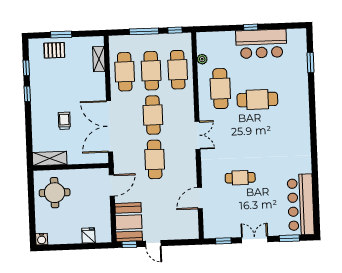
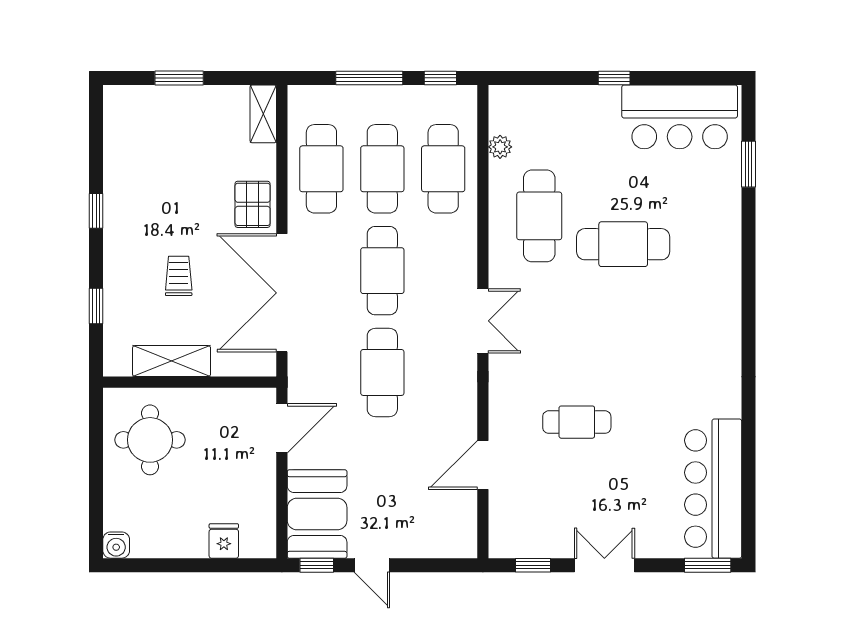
bar counter: (261, 44) -> (680, 117), moved
pallet: (54, 50) -> (253, 204), moved, turned 90
shelving: (99, 59) -> (263, 114), moved
window: (26, 68) -> (96, 306), moved
shelving: (50, 158) -> (172, 361), moved
window: (289, 238) -> (708, 565), moved

